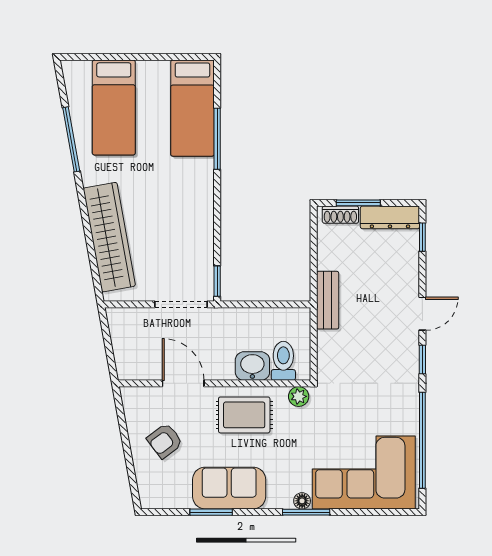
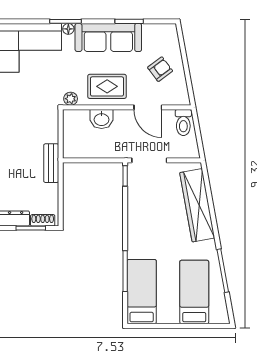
toilet: (283, 361) -> (183, 123), moved
sofa: (229, 488) -> (108, 37), width x1.36

